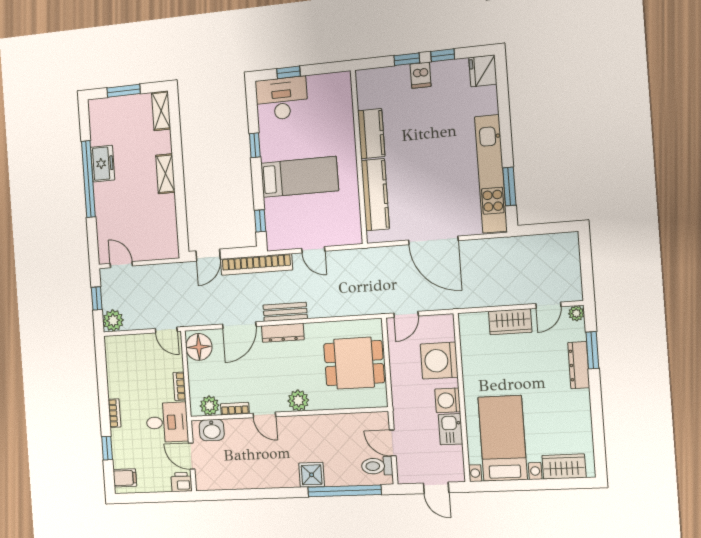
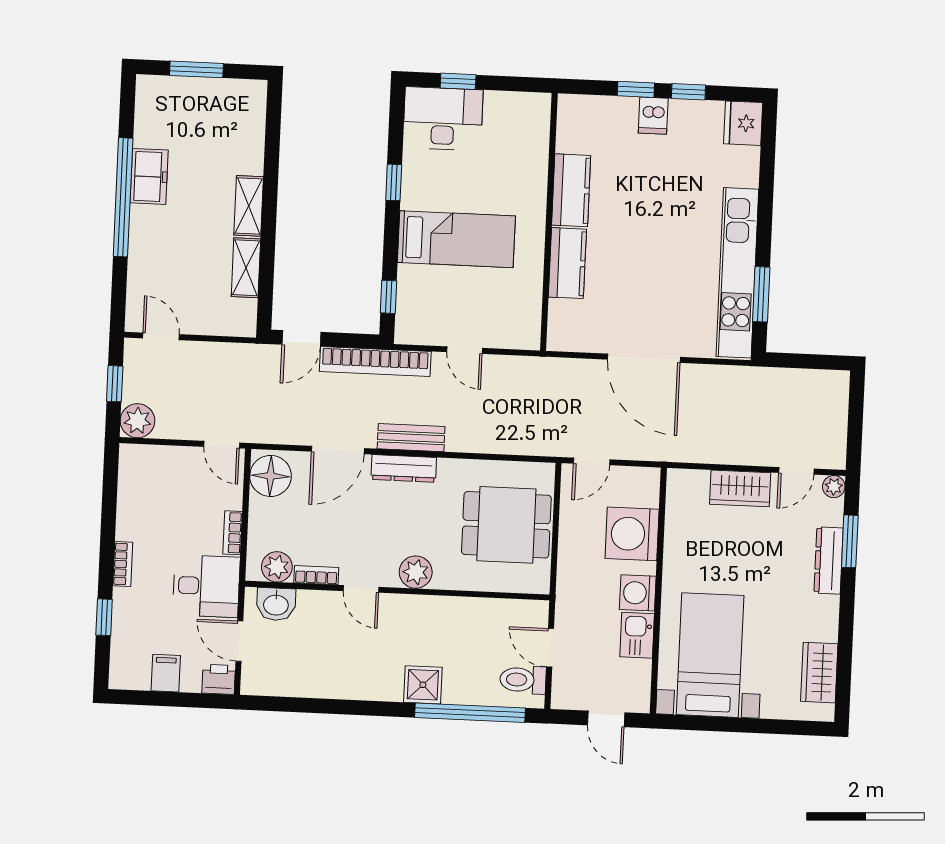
shelving: (161, 111) -> (246, 268), moved
kitchen counter: (375, 195) -> (567, 263), width x0.67
wardrobe: (564, 466) -> (819, 673), moved, turned -90
filing cabinet: (125, 478) -> (166, 673), moved, turned -90

